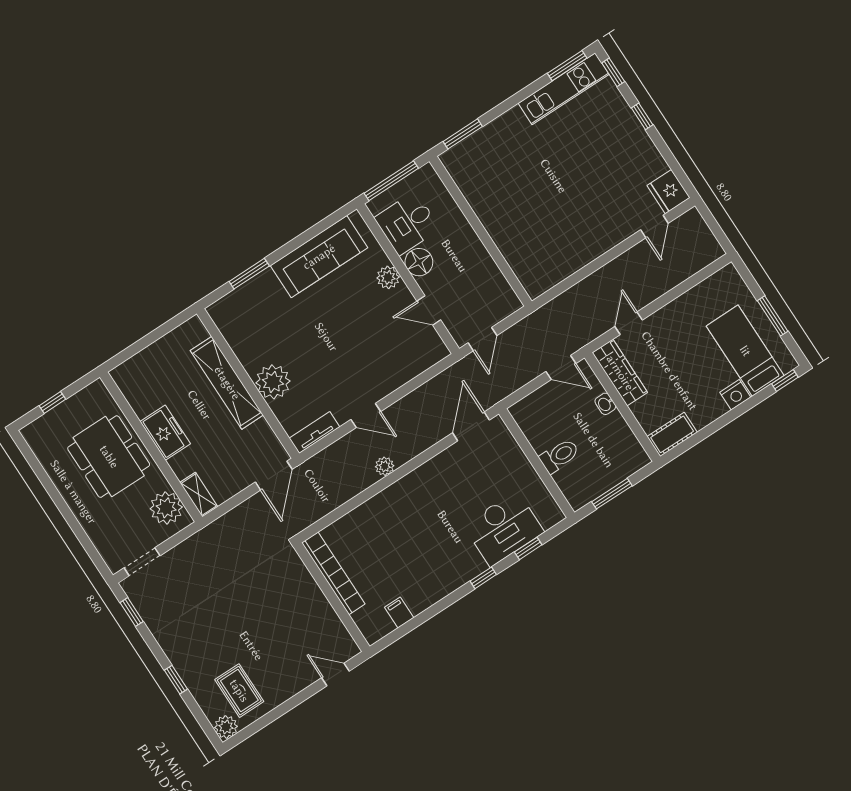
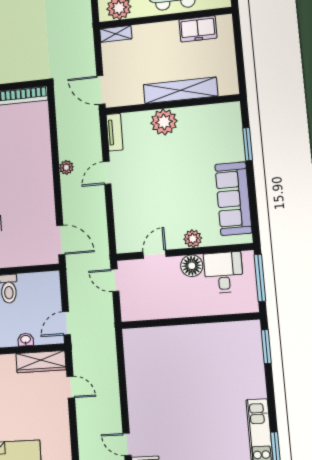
freezer: (165, 433) -> (198, 29), moved

